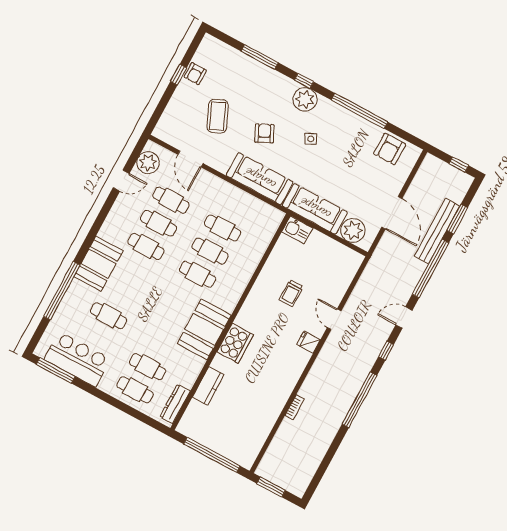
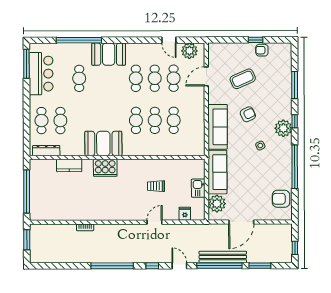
kitchen sink: (297, 230) -> (198, 188), moved
bench: (437, 231) -> (223, 257), moved
fridge: (309, 342) -> (185, 214), moved

